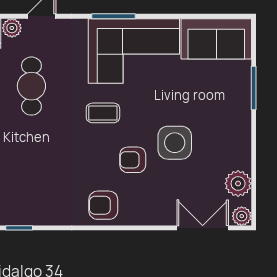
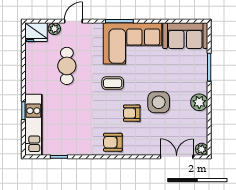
plant: (238, 183) -> (199, 102), moved

